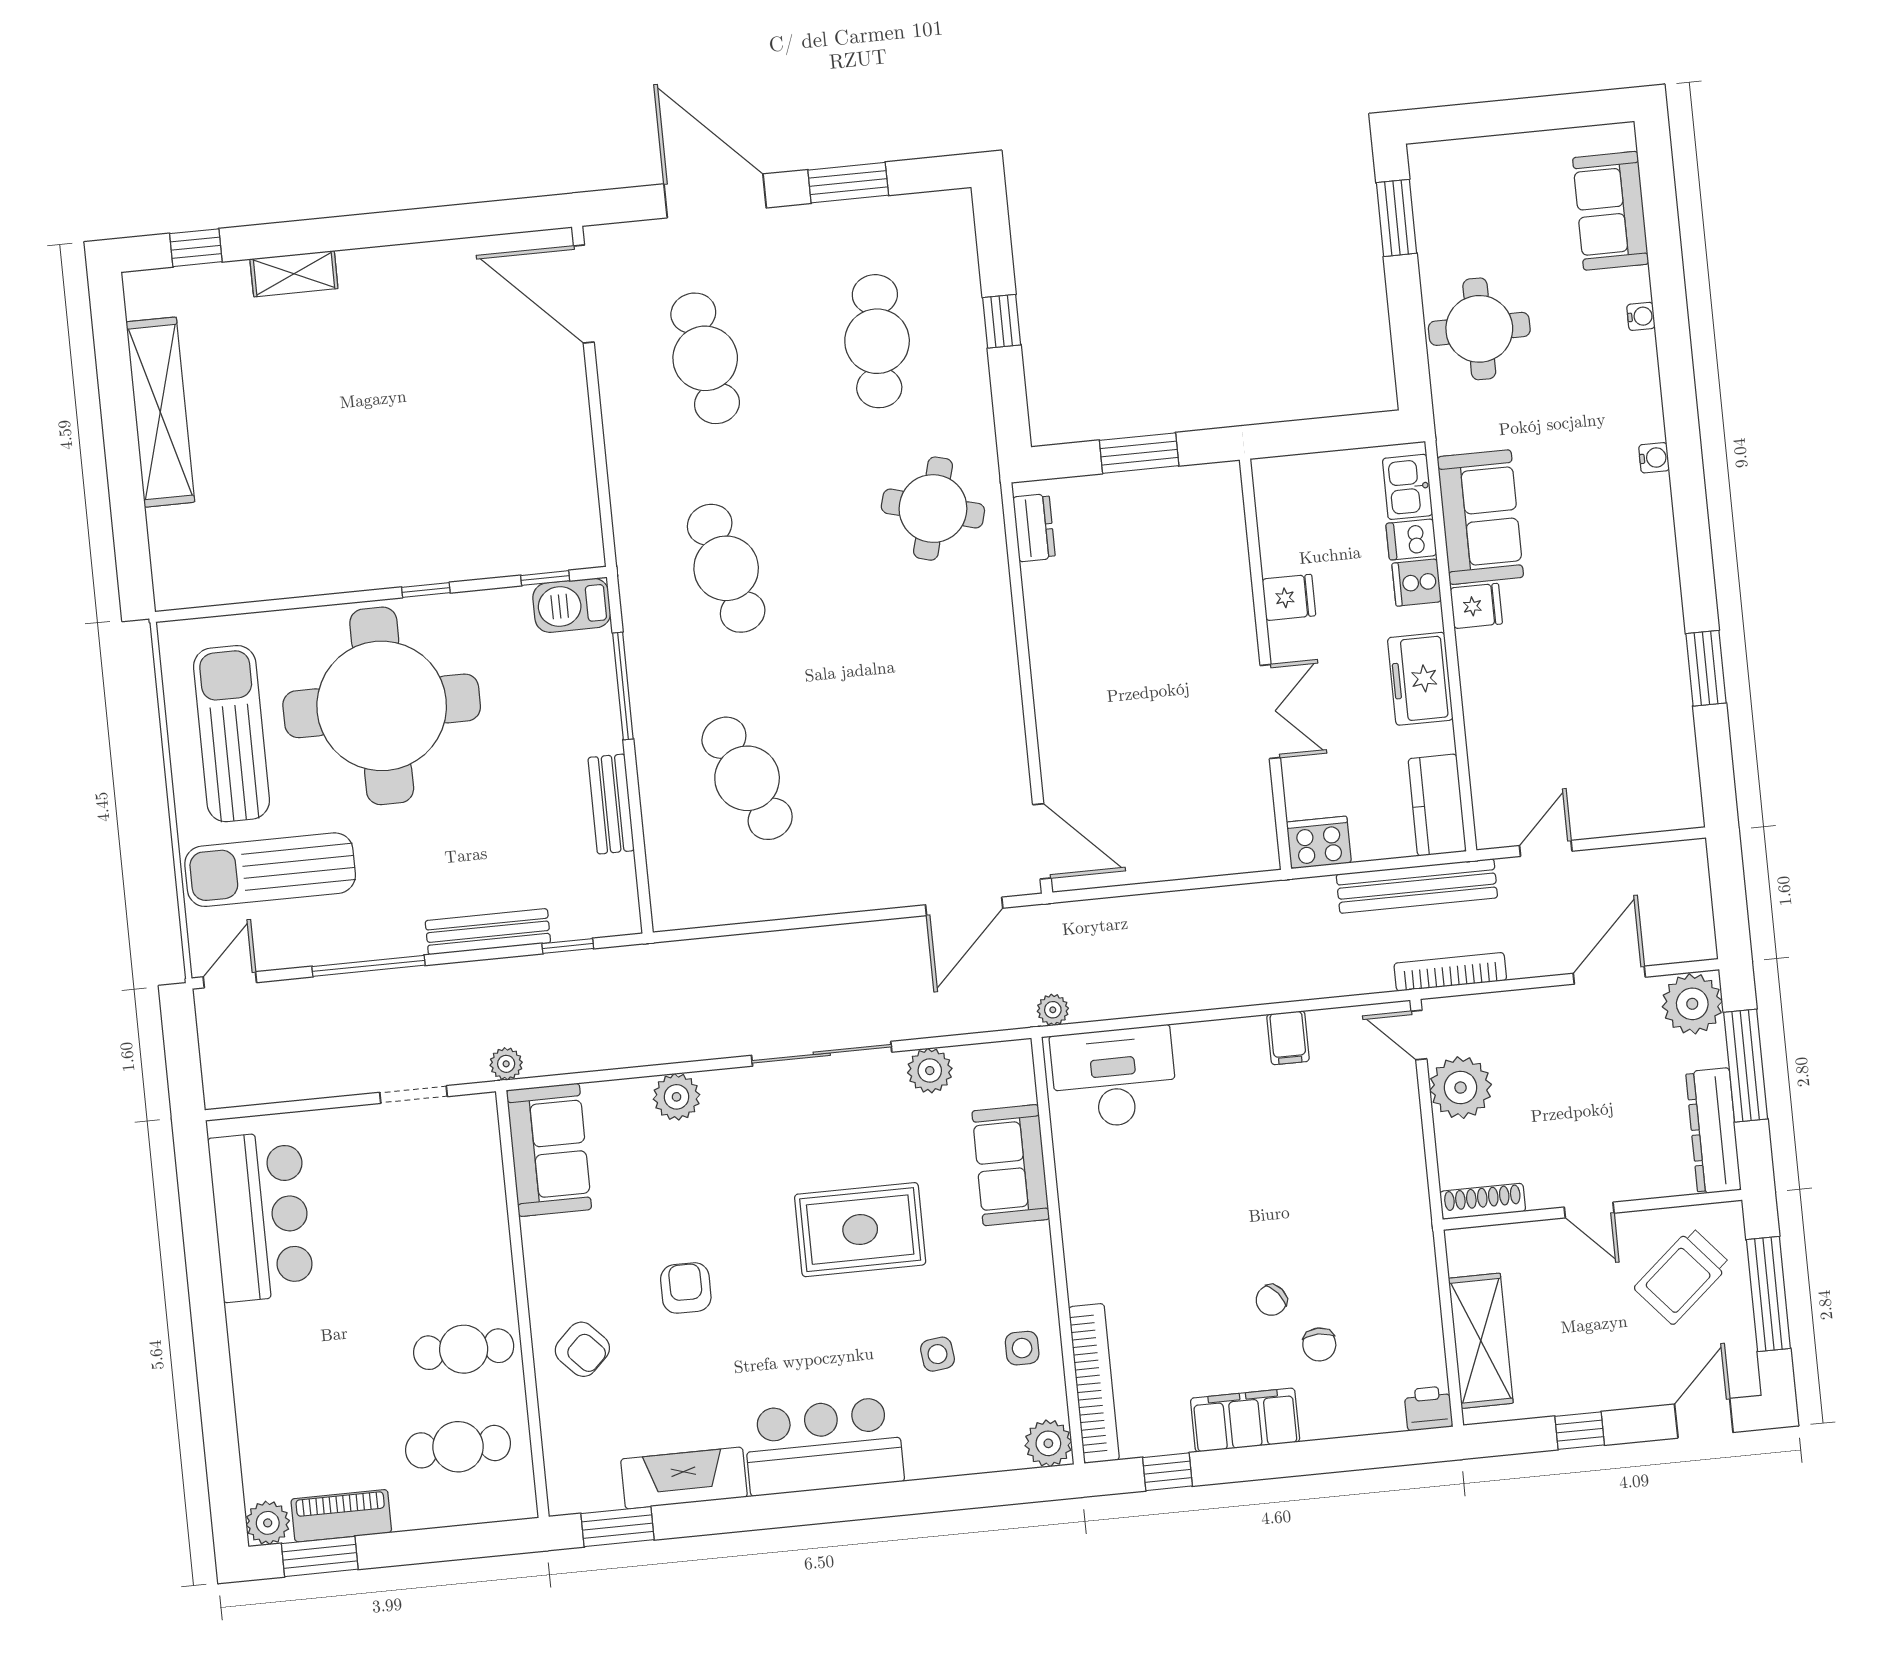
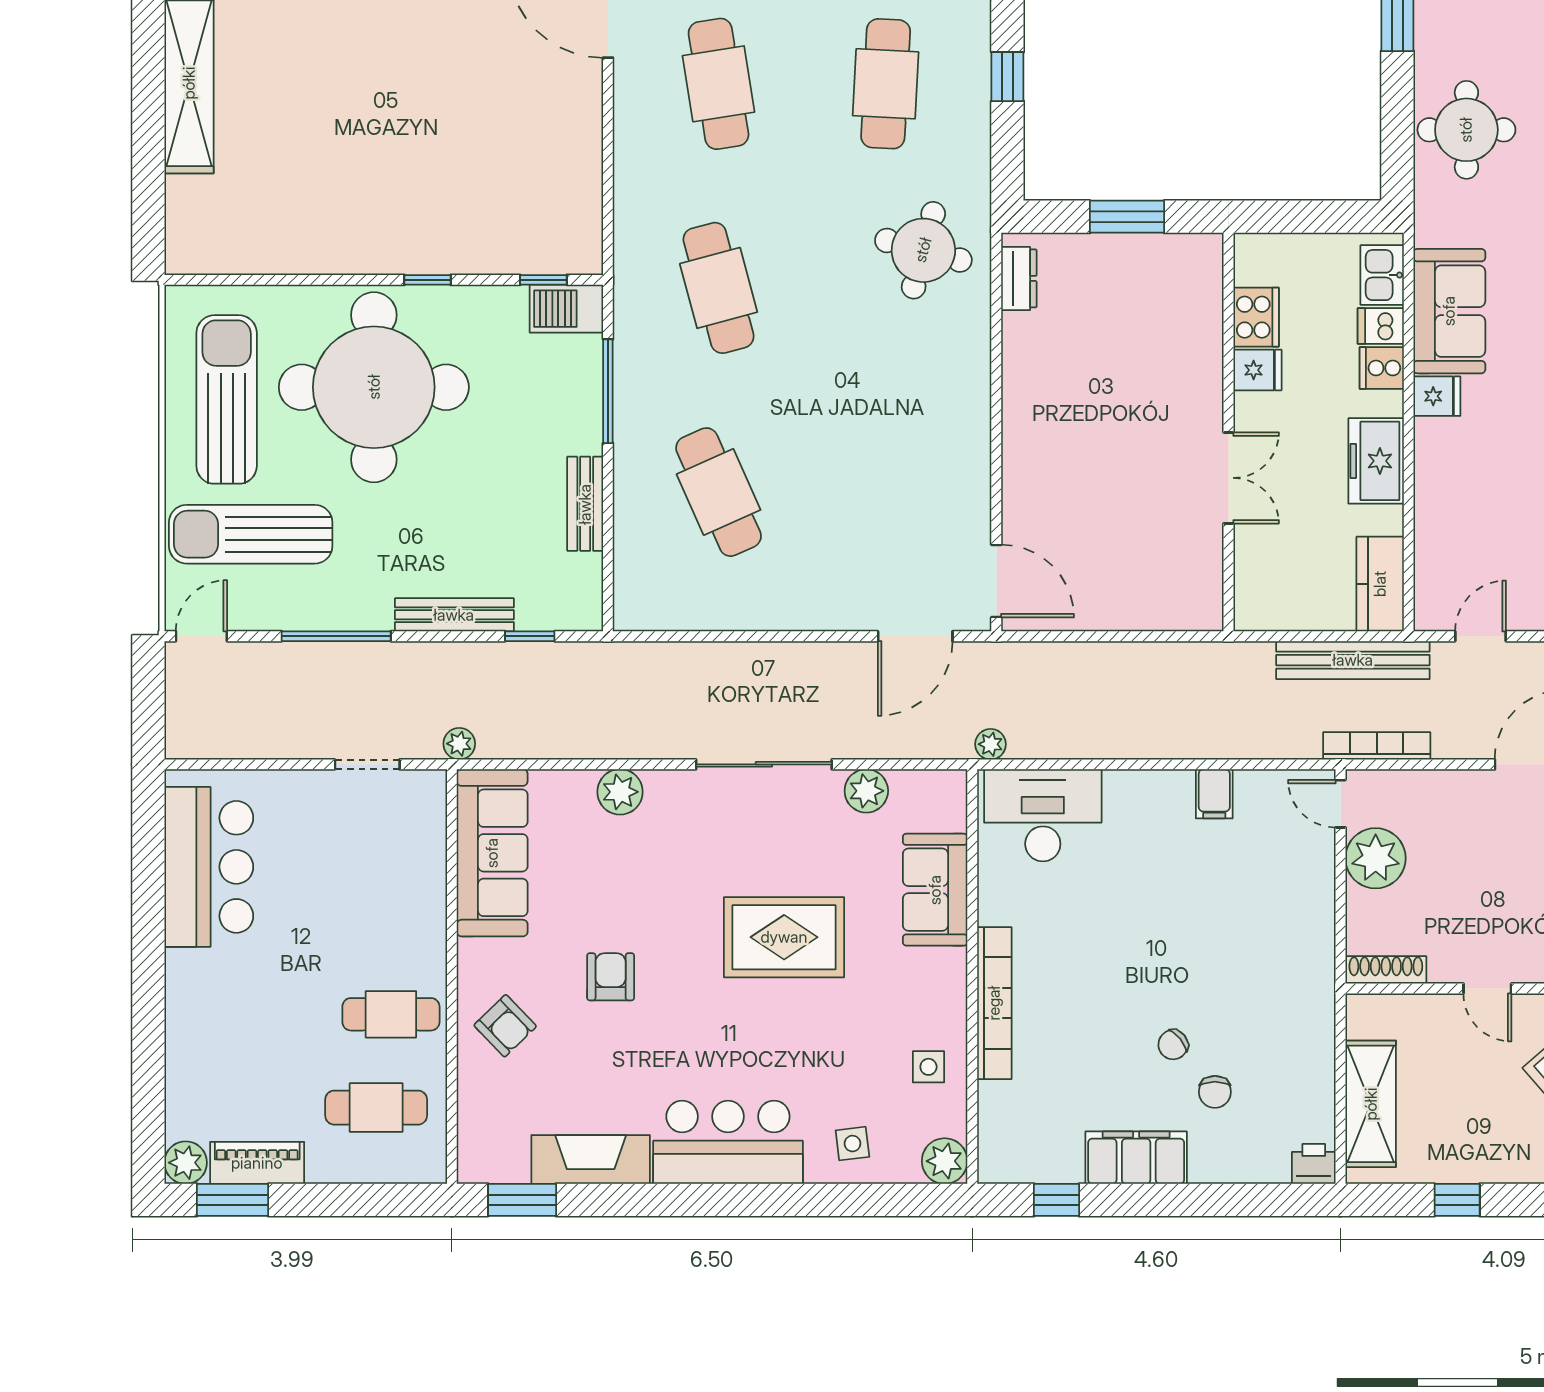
cooker: (1319, 842) -> (1256, 317), moved, turned 90
sofa: (549, 1150) -> (492, 853), width x1.36
side table: (937, 1354) -> (852, 1144), moved
bookcase: (1094, 1383) -> (994, 1003), moved

